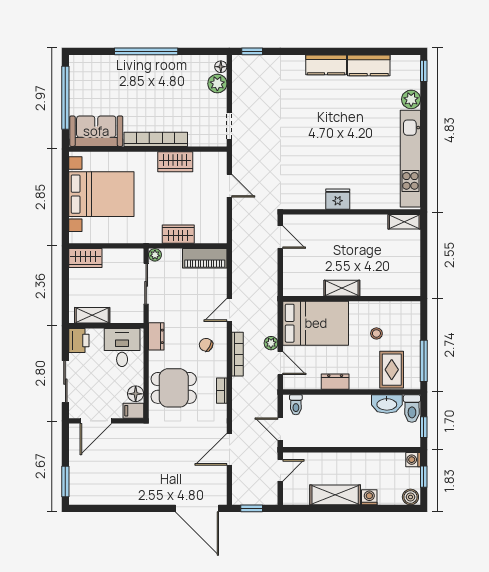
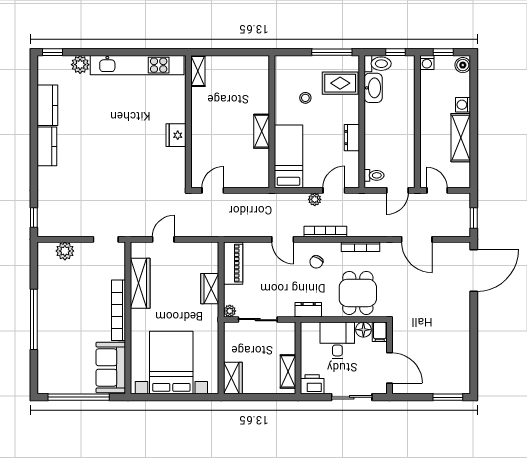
floor lamp: (221, 67) -> (49, 248), removed
wardrobe: (175, 162) -> (140, 283), width x1.50
bed: (316, 323) -> (288, 156), width x0.67
desk: (122, 347) -> (337, 340), moved, turned 90
bookcase: (222, 391) -> (360, 247), width x1.56

